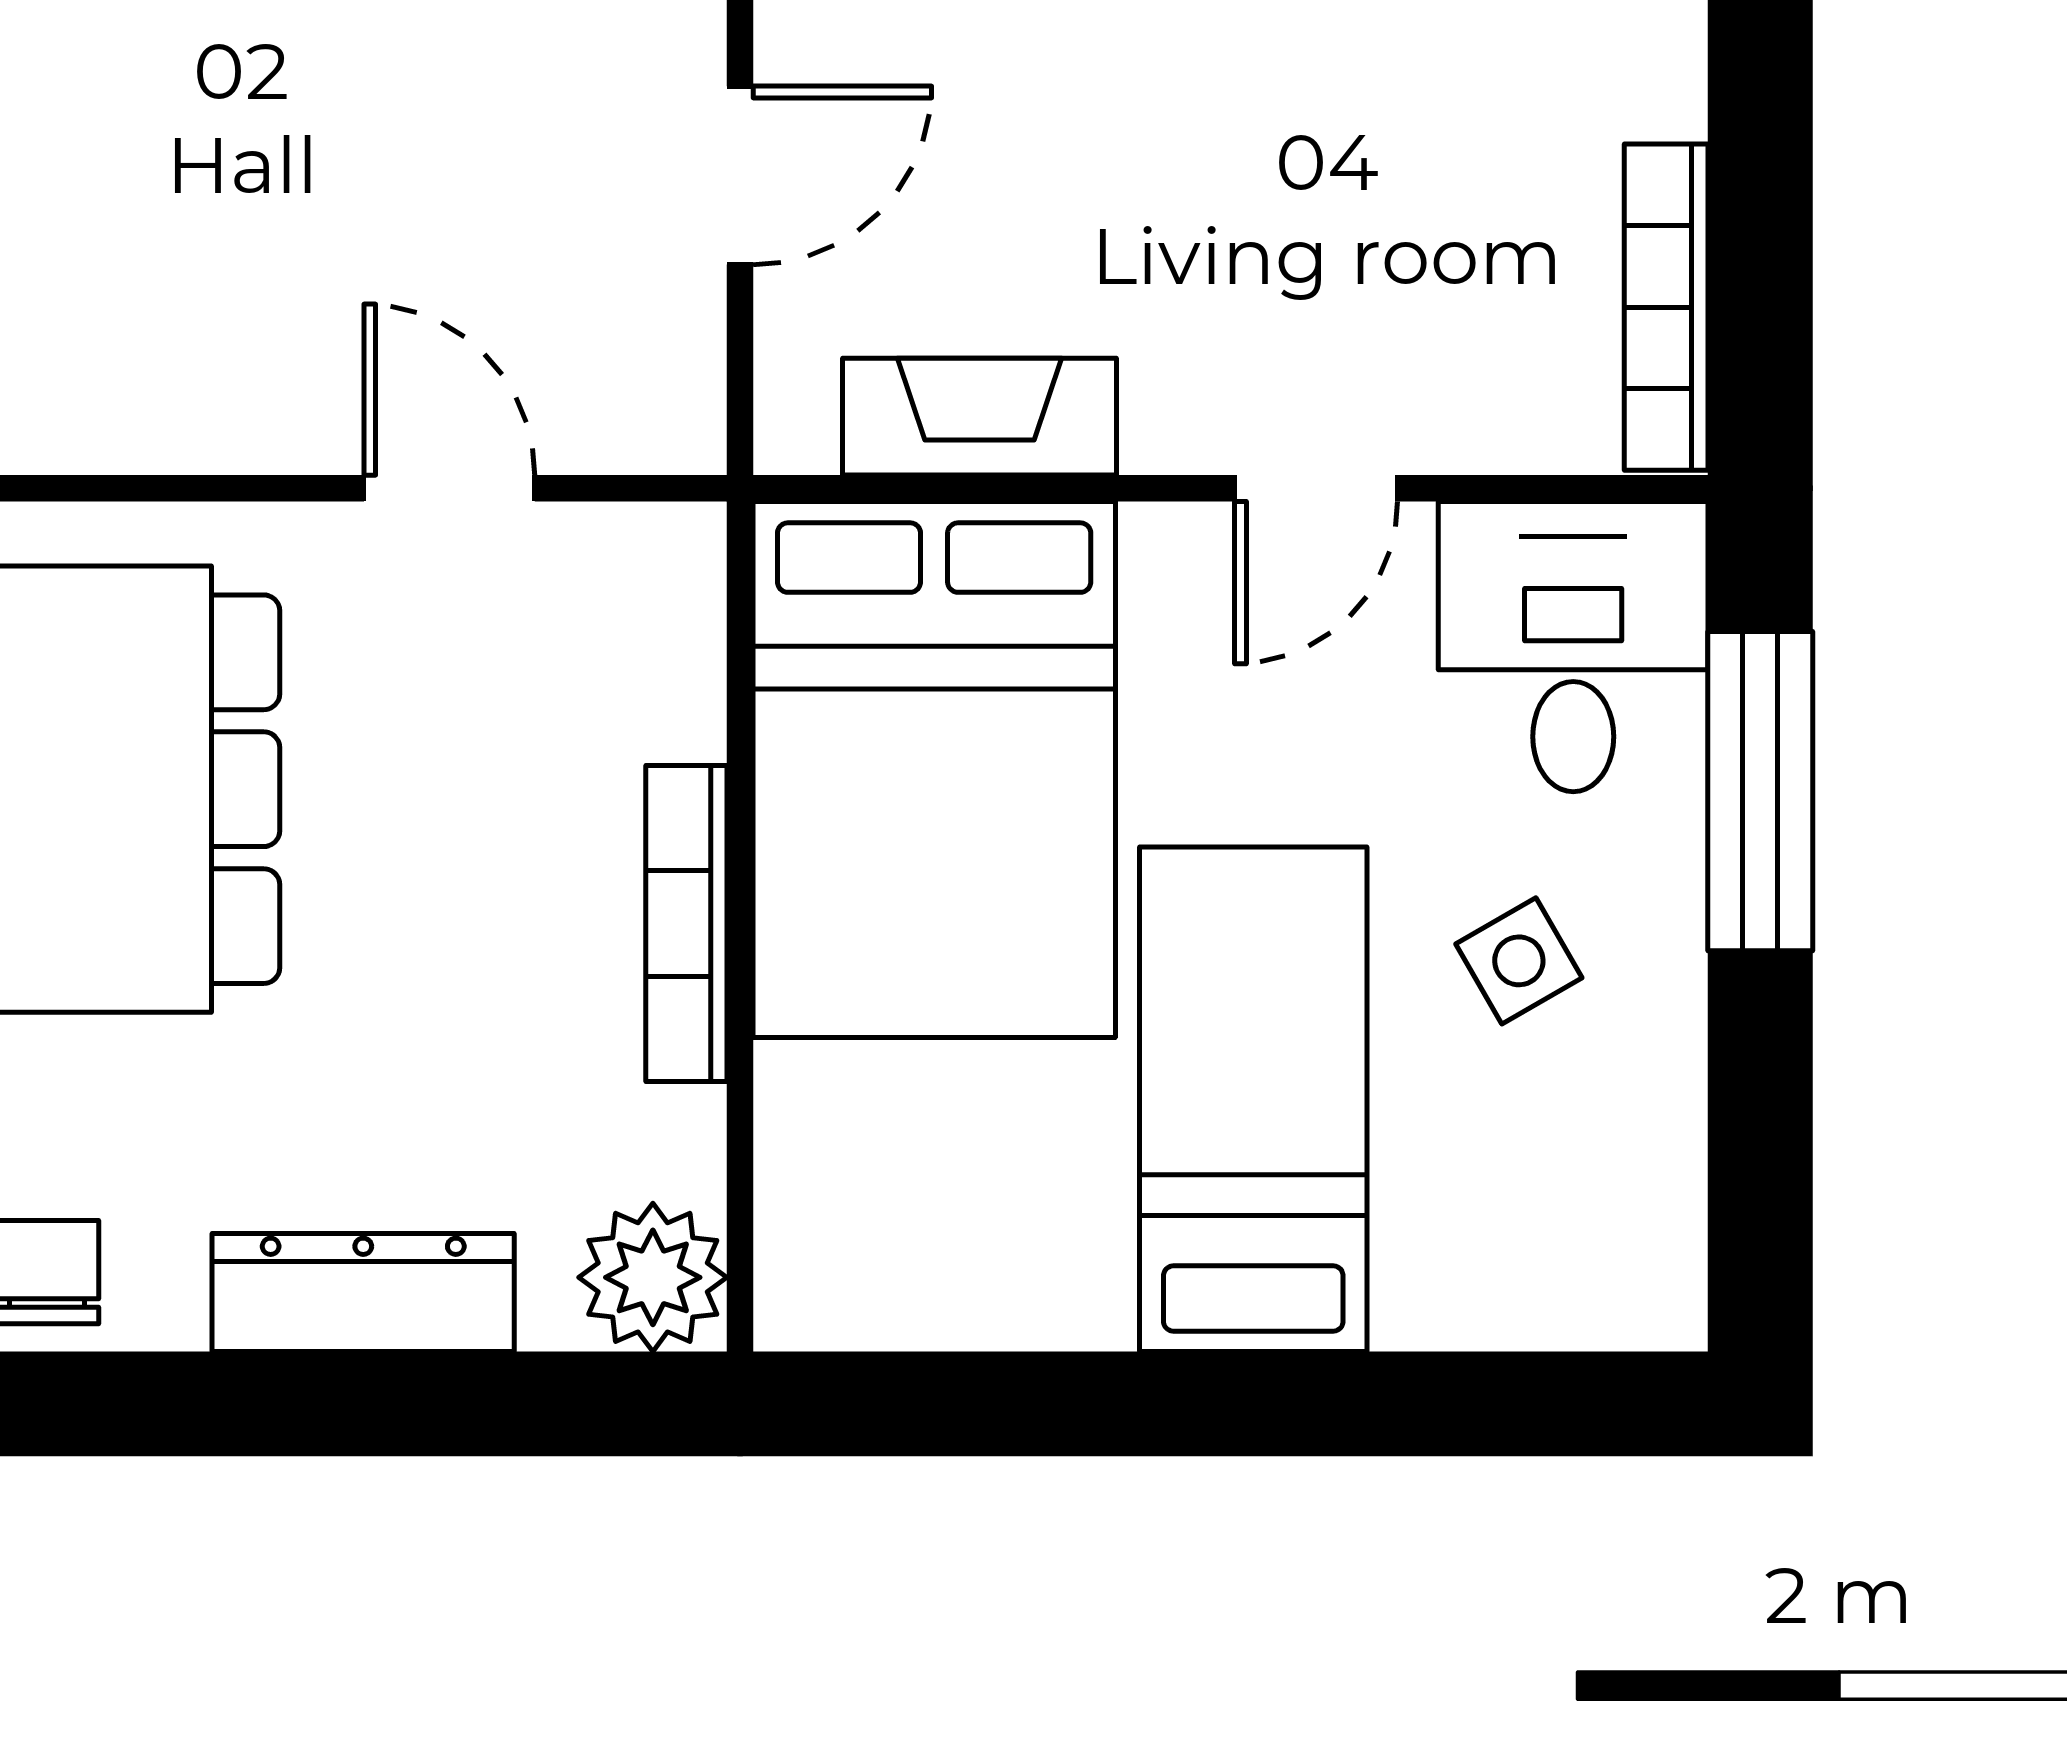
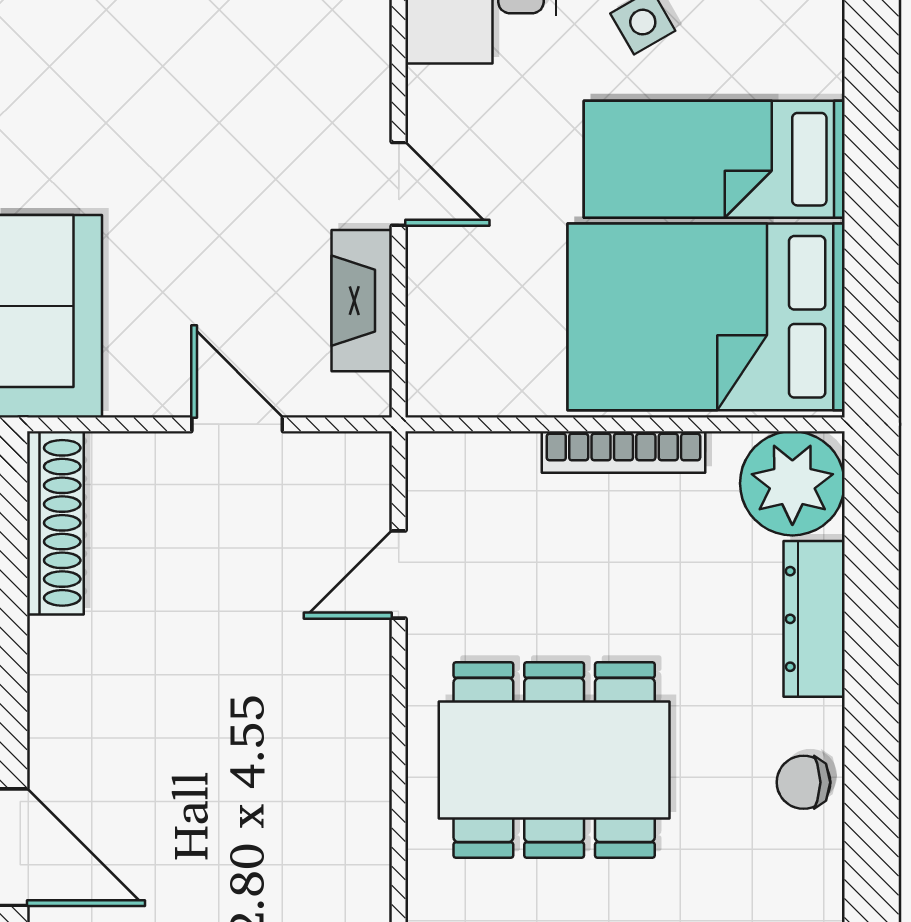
door: (1316, 488) -> (399, 184), moved
bed: (934, 769) -> (706, 317), moved, turned 180
plant: (653, 1277) -> (792, 483), width x1.36, depth x1.36

